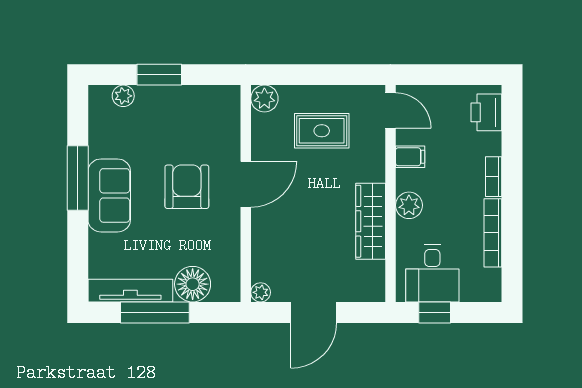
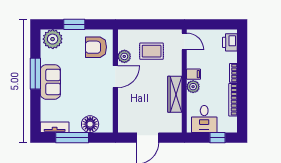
plant: (123, 96) -> (53, 39), width x1.87, depth x1.87
plant: (264, 99) -> (124, 56), moved
filing cabinet: (410, 157) -> (194, 74), moved
armchair: (187, 187) -> (96, 47), moved, turned -90
tv unit: (130, 291) -> (55, 127), width x0.71
plant: (261, 292) -> (122, 128), removed
window: (435, 312) -> (218, 138), moved

